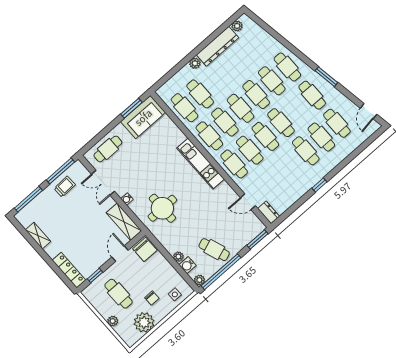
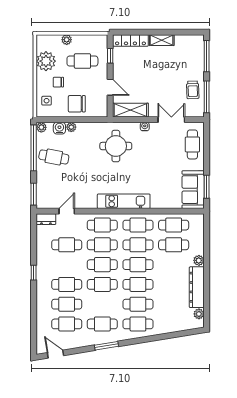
cafe table: (275, 178) -> (67, 245), added
shelving: (38, 236) -> (162, 40), moved
chair: (145, 249) -> (77, 104), moved
cafe table: (214, 250) -> (54, 157), turned 31

